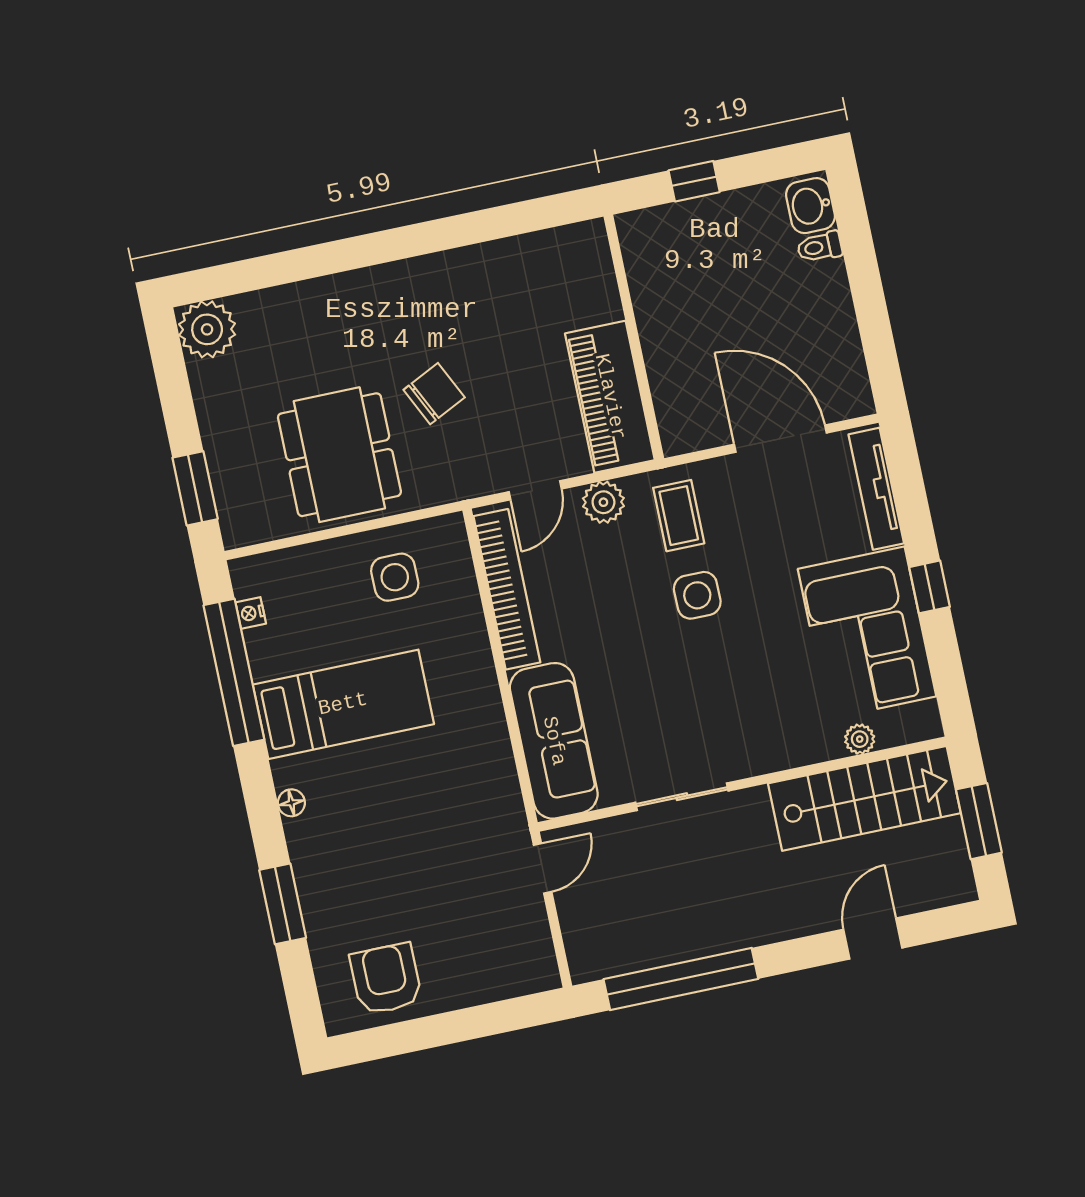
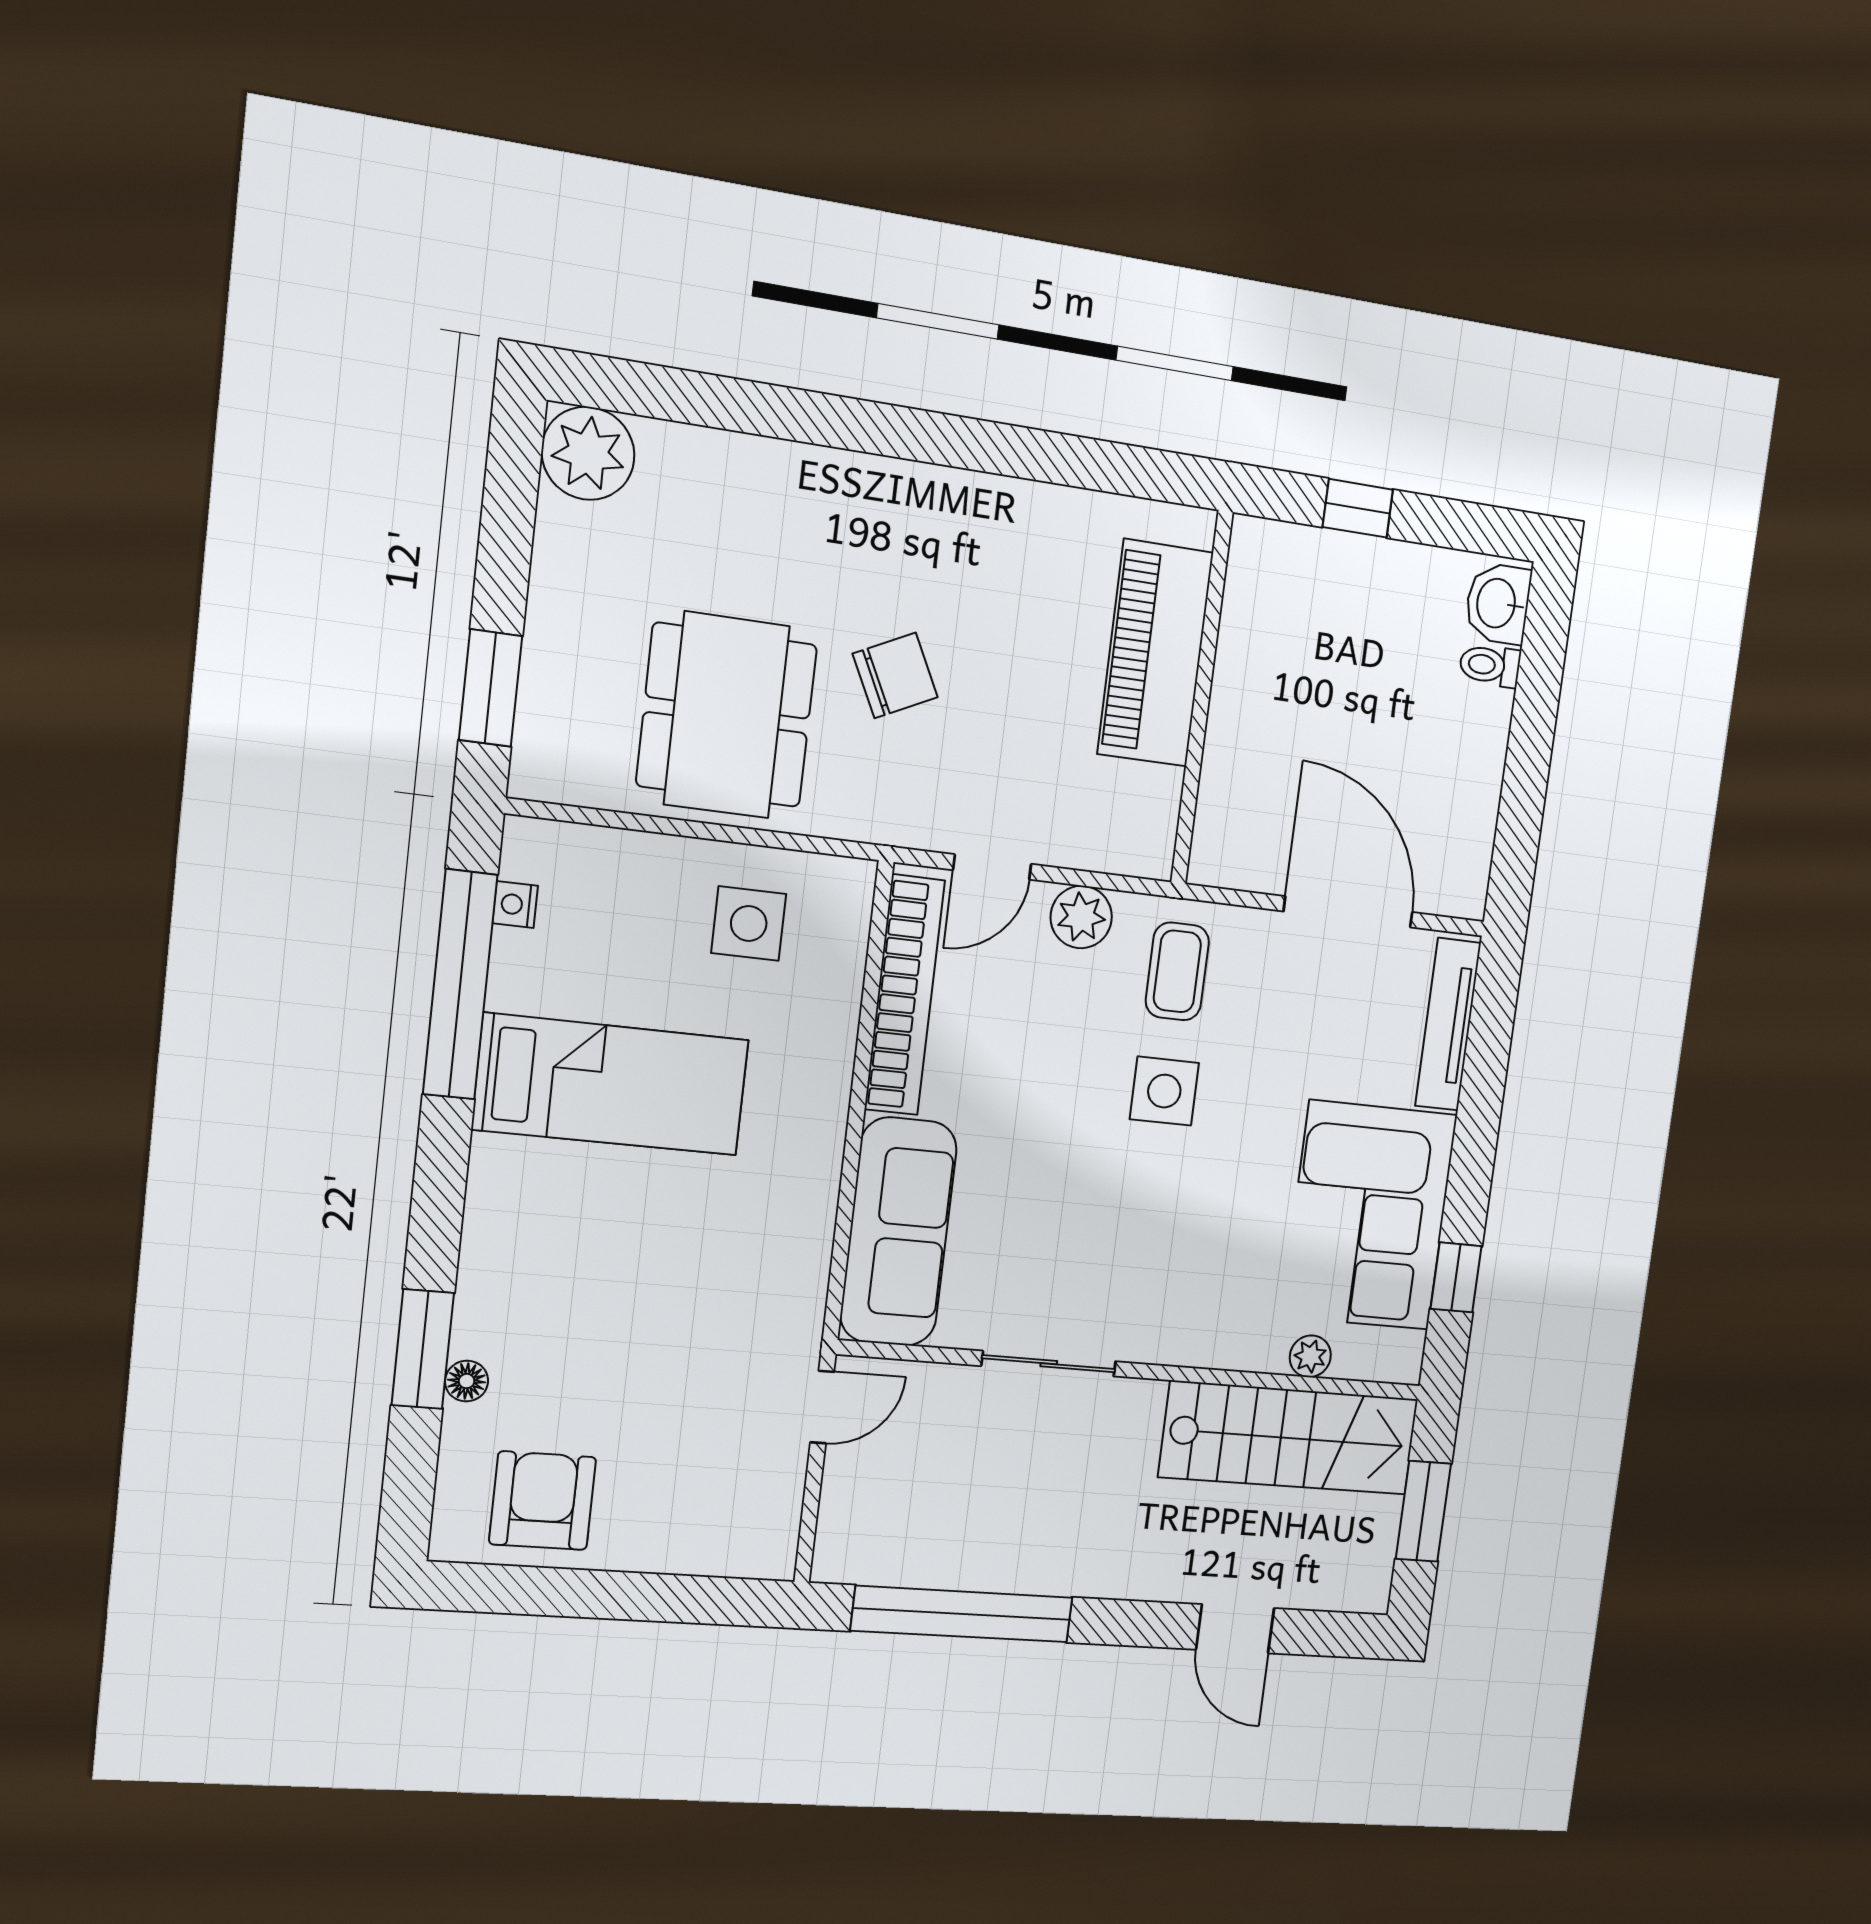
piano: (610, 397) -> (1155, 653), moved
window: (930, 587) -> (1456, 1277), moved
floor lamp: (291, 803) -> (467, 1381), moved
door: (873, 939) -> (1235, 1629), swing flipped

